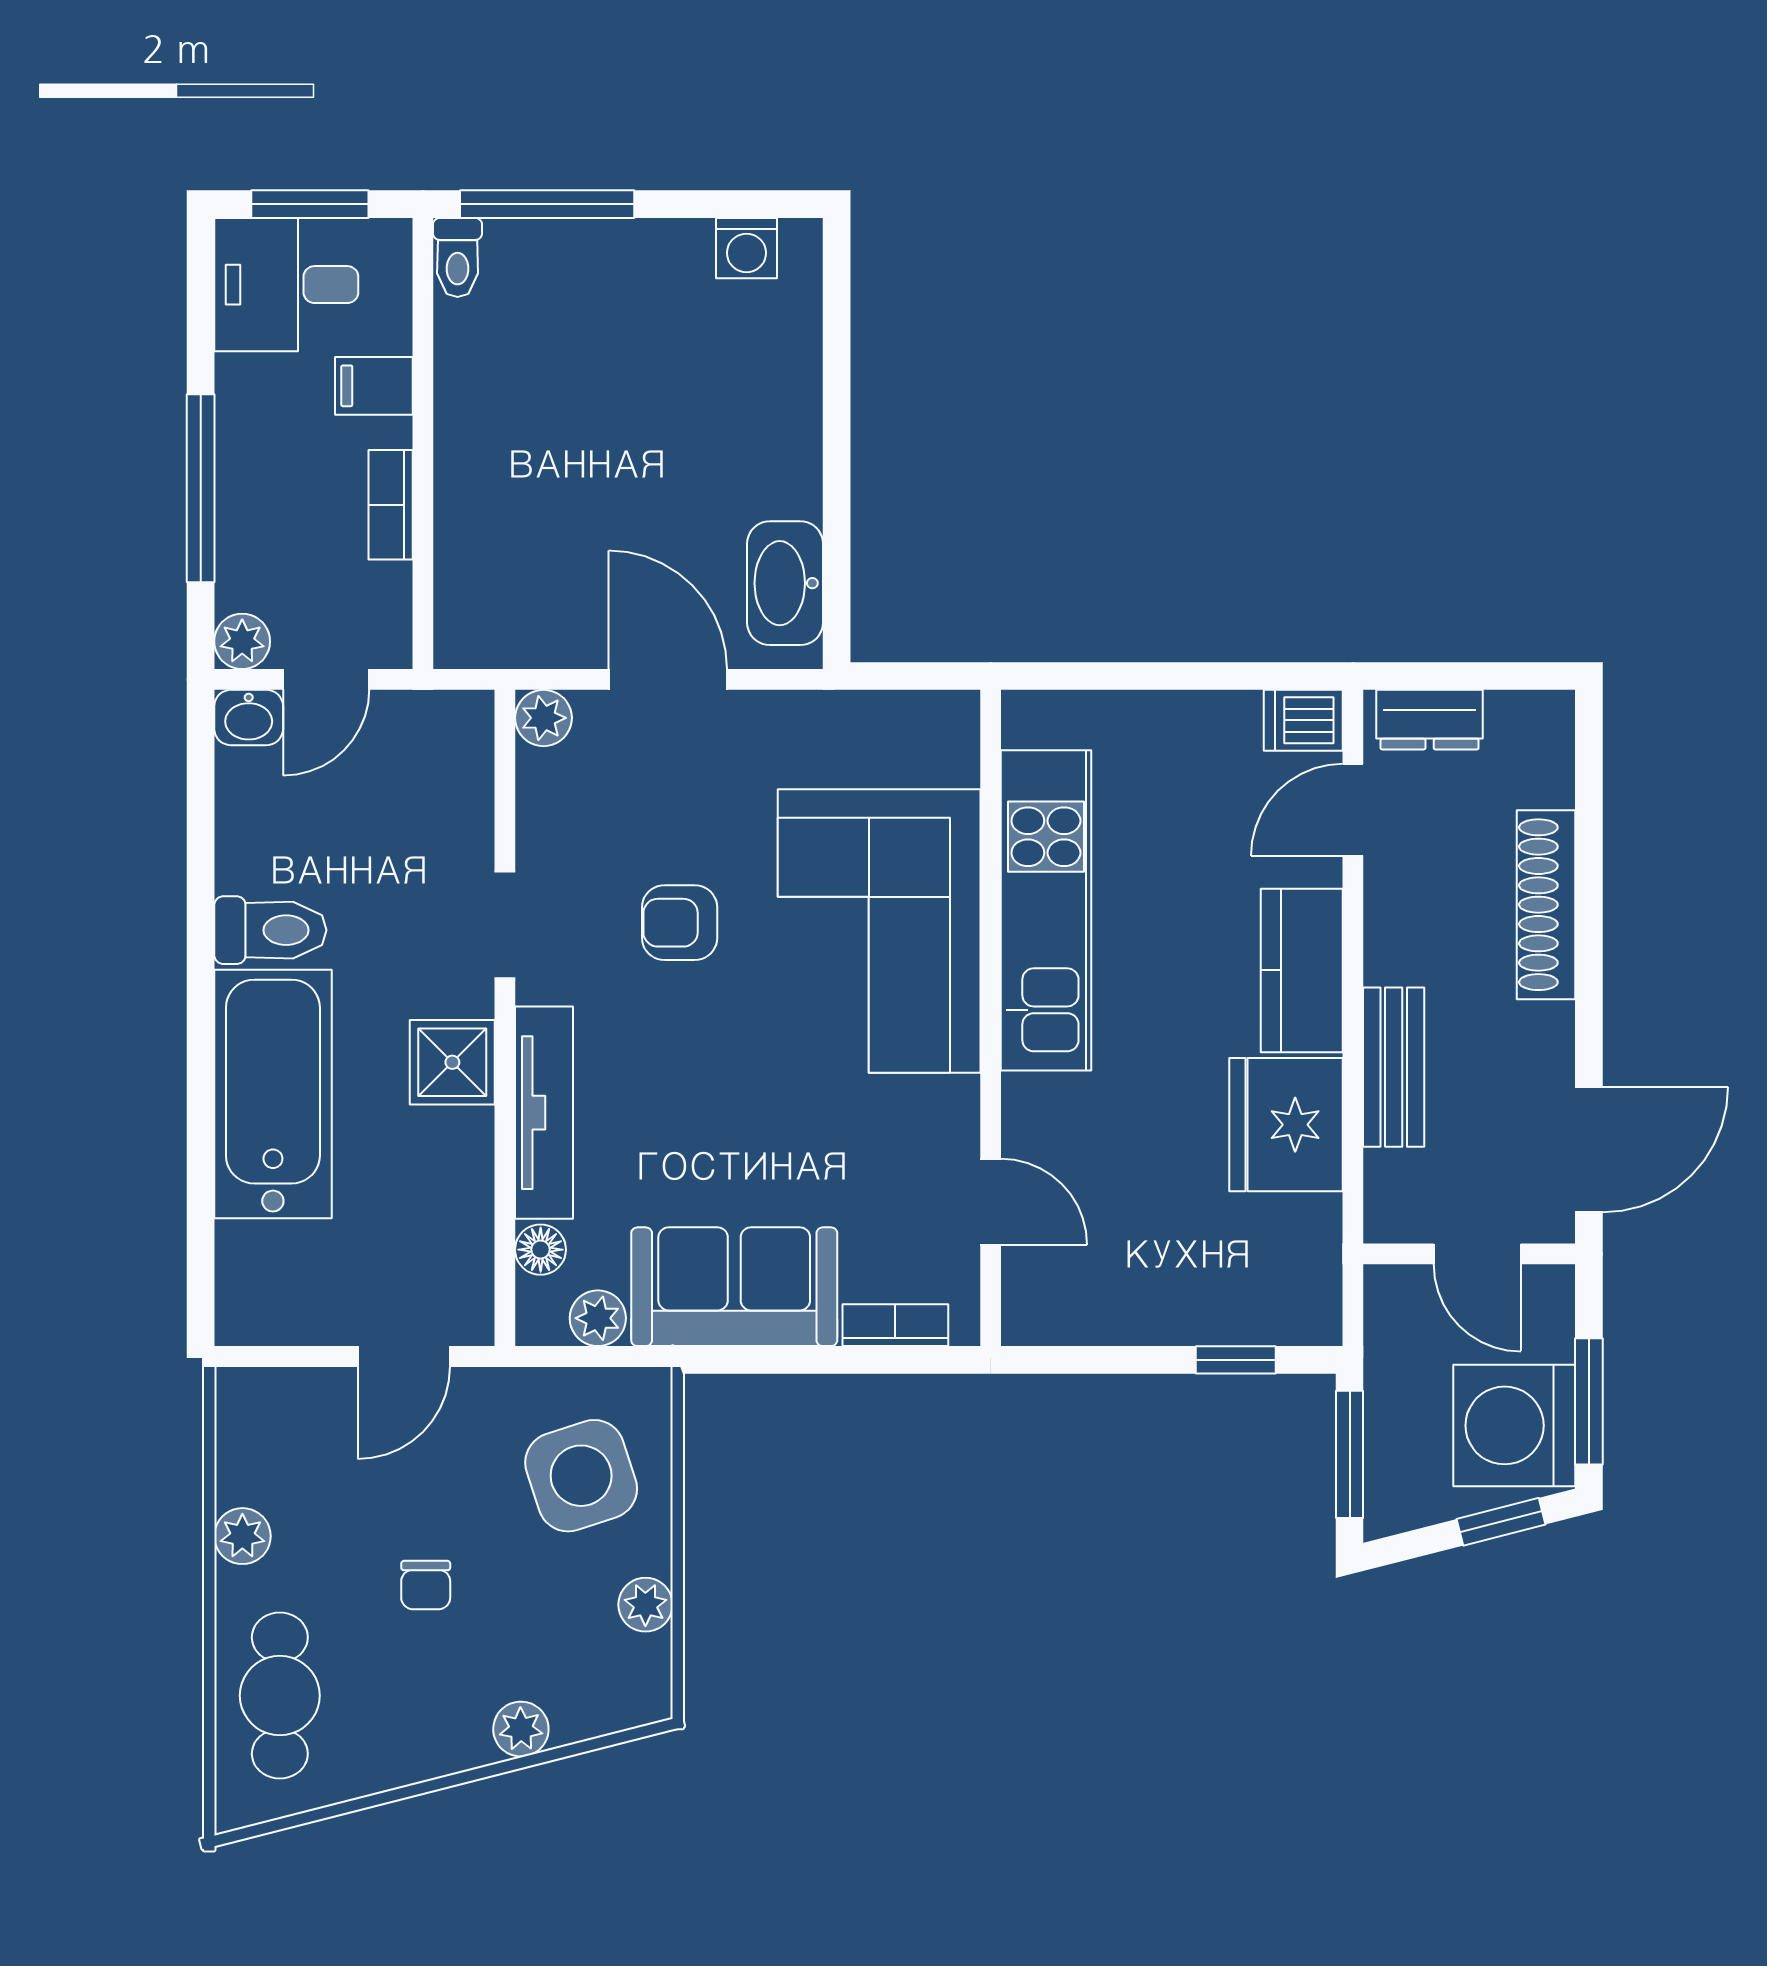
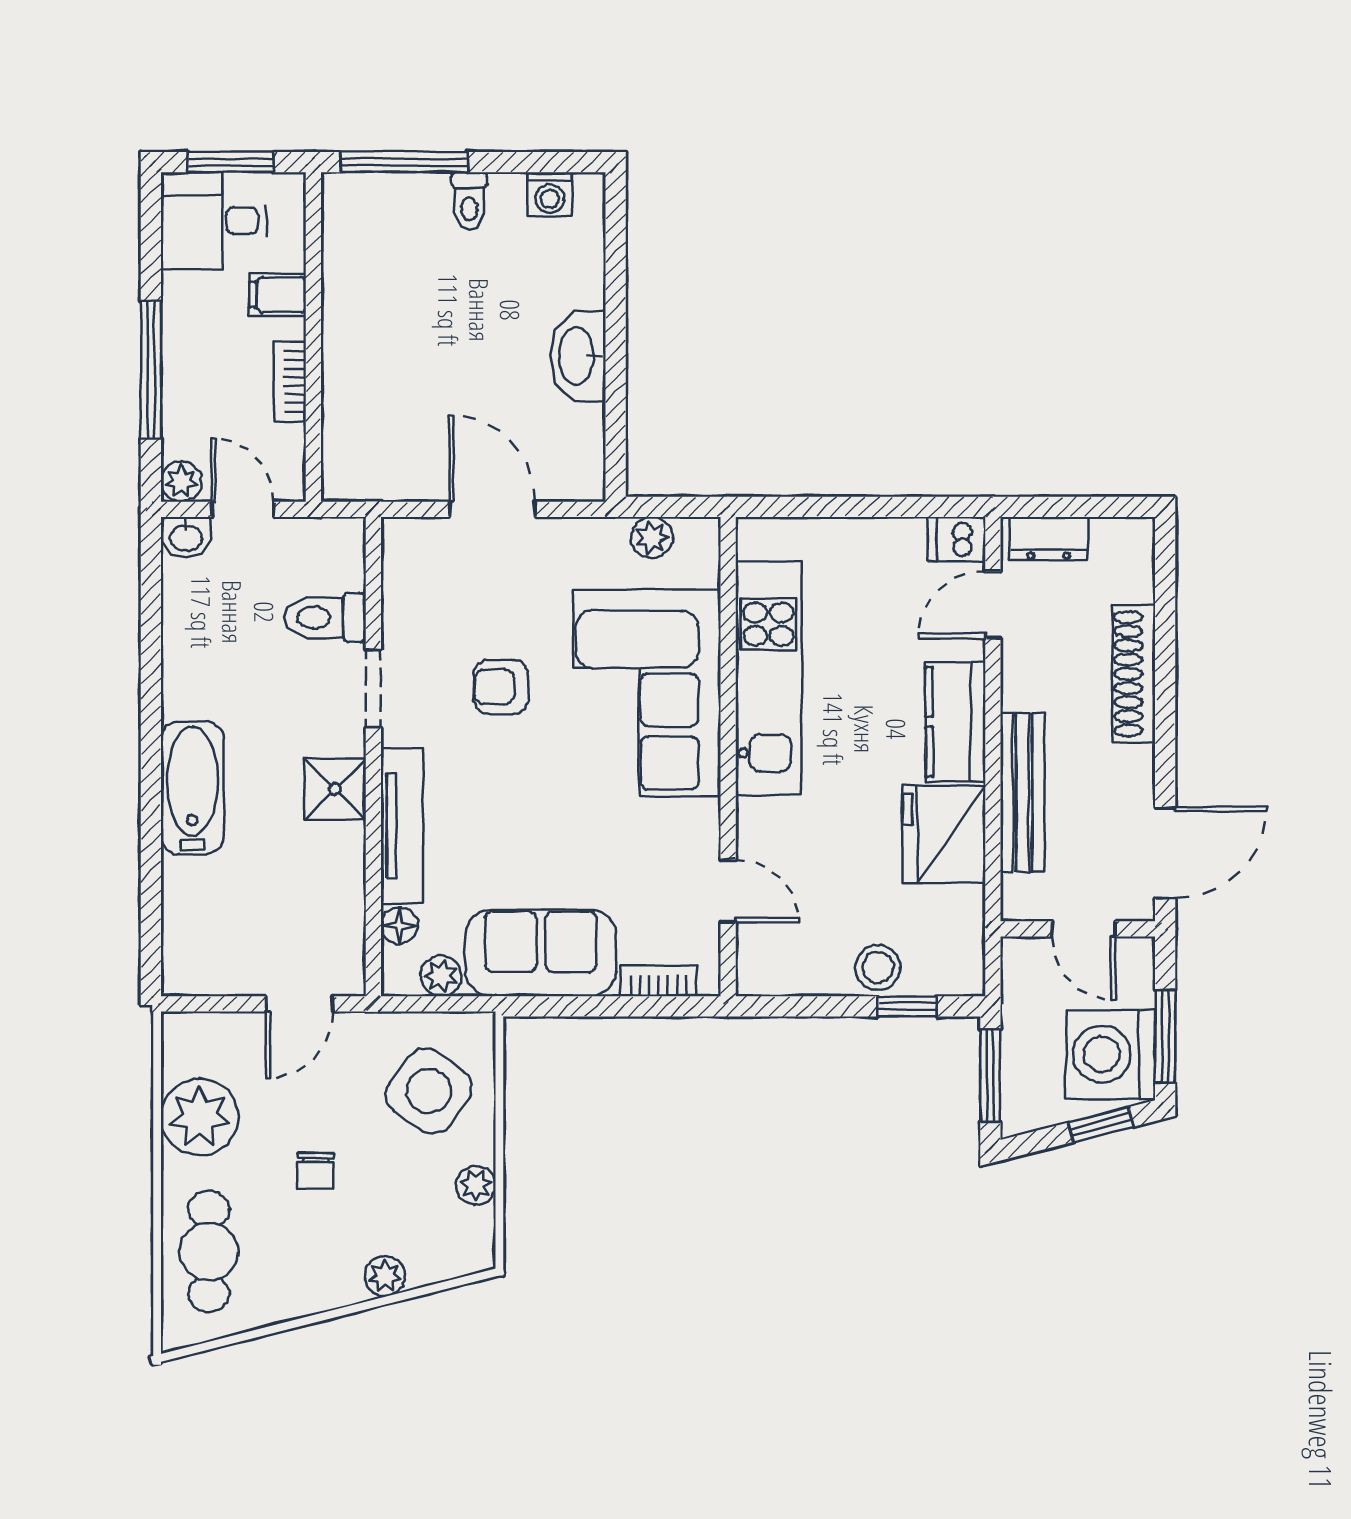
toilet: (458, 258) -> (469, 201), moved
washbasin: (785, 583) -> (578, 356), moved
door: (326, 679) -> (243, 509), swing flipped
plant: (544, 718) -> (652, 537), moved
toilet: (270, 930) -> (325, 618), moved, turned 180
bench: (1394, 1067) -> (1023, 792), width x1.36
bathtub: (273, 1094) -> (192, 788), width x0.73, depth x0.73
stool: (1196, 1307) -> (878, 967), added
side table: (581, 1476) -> (429, 1091), turned -36
plant: (242, 1536) -> (200, 1117), width x1.88, depth x1.88

